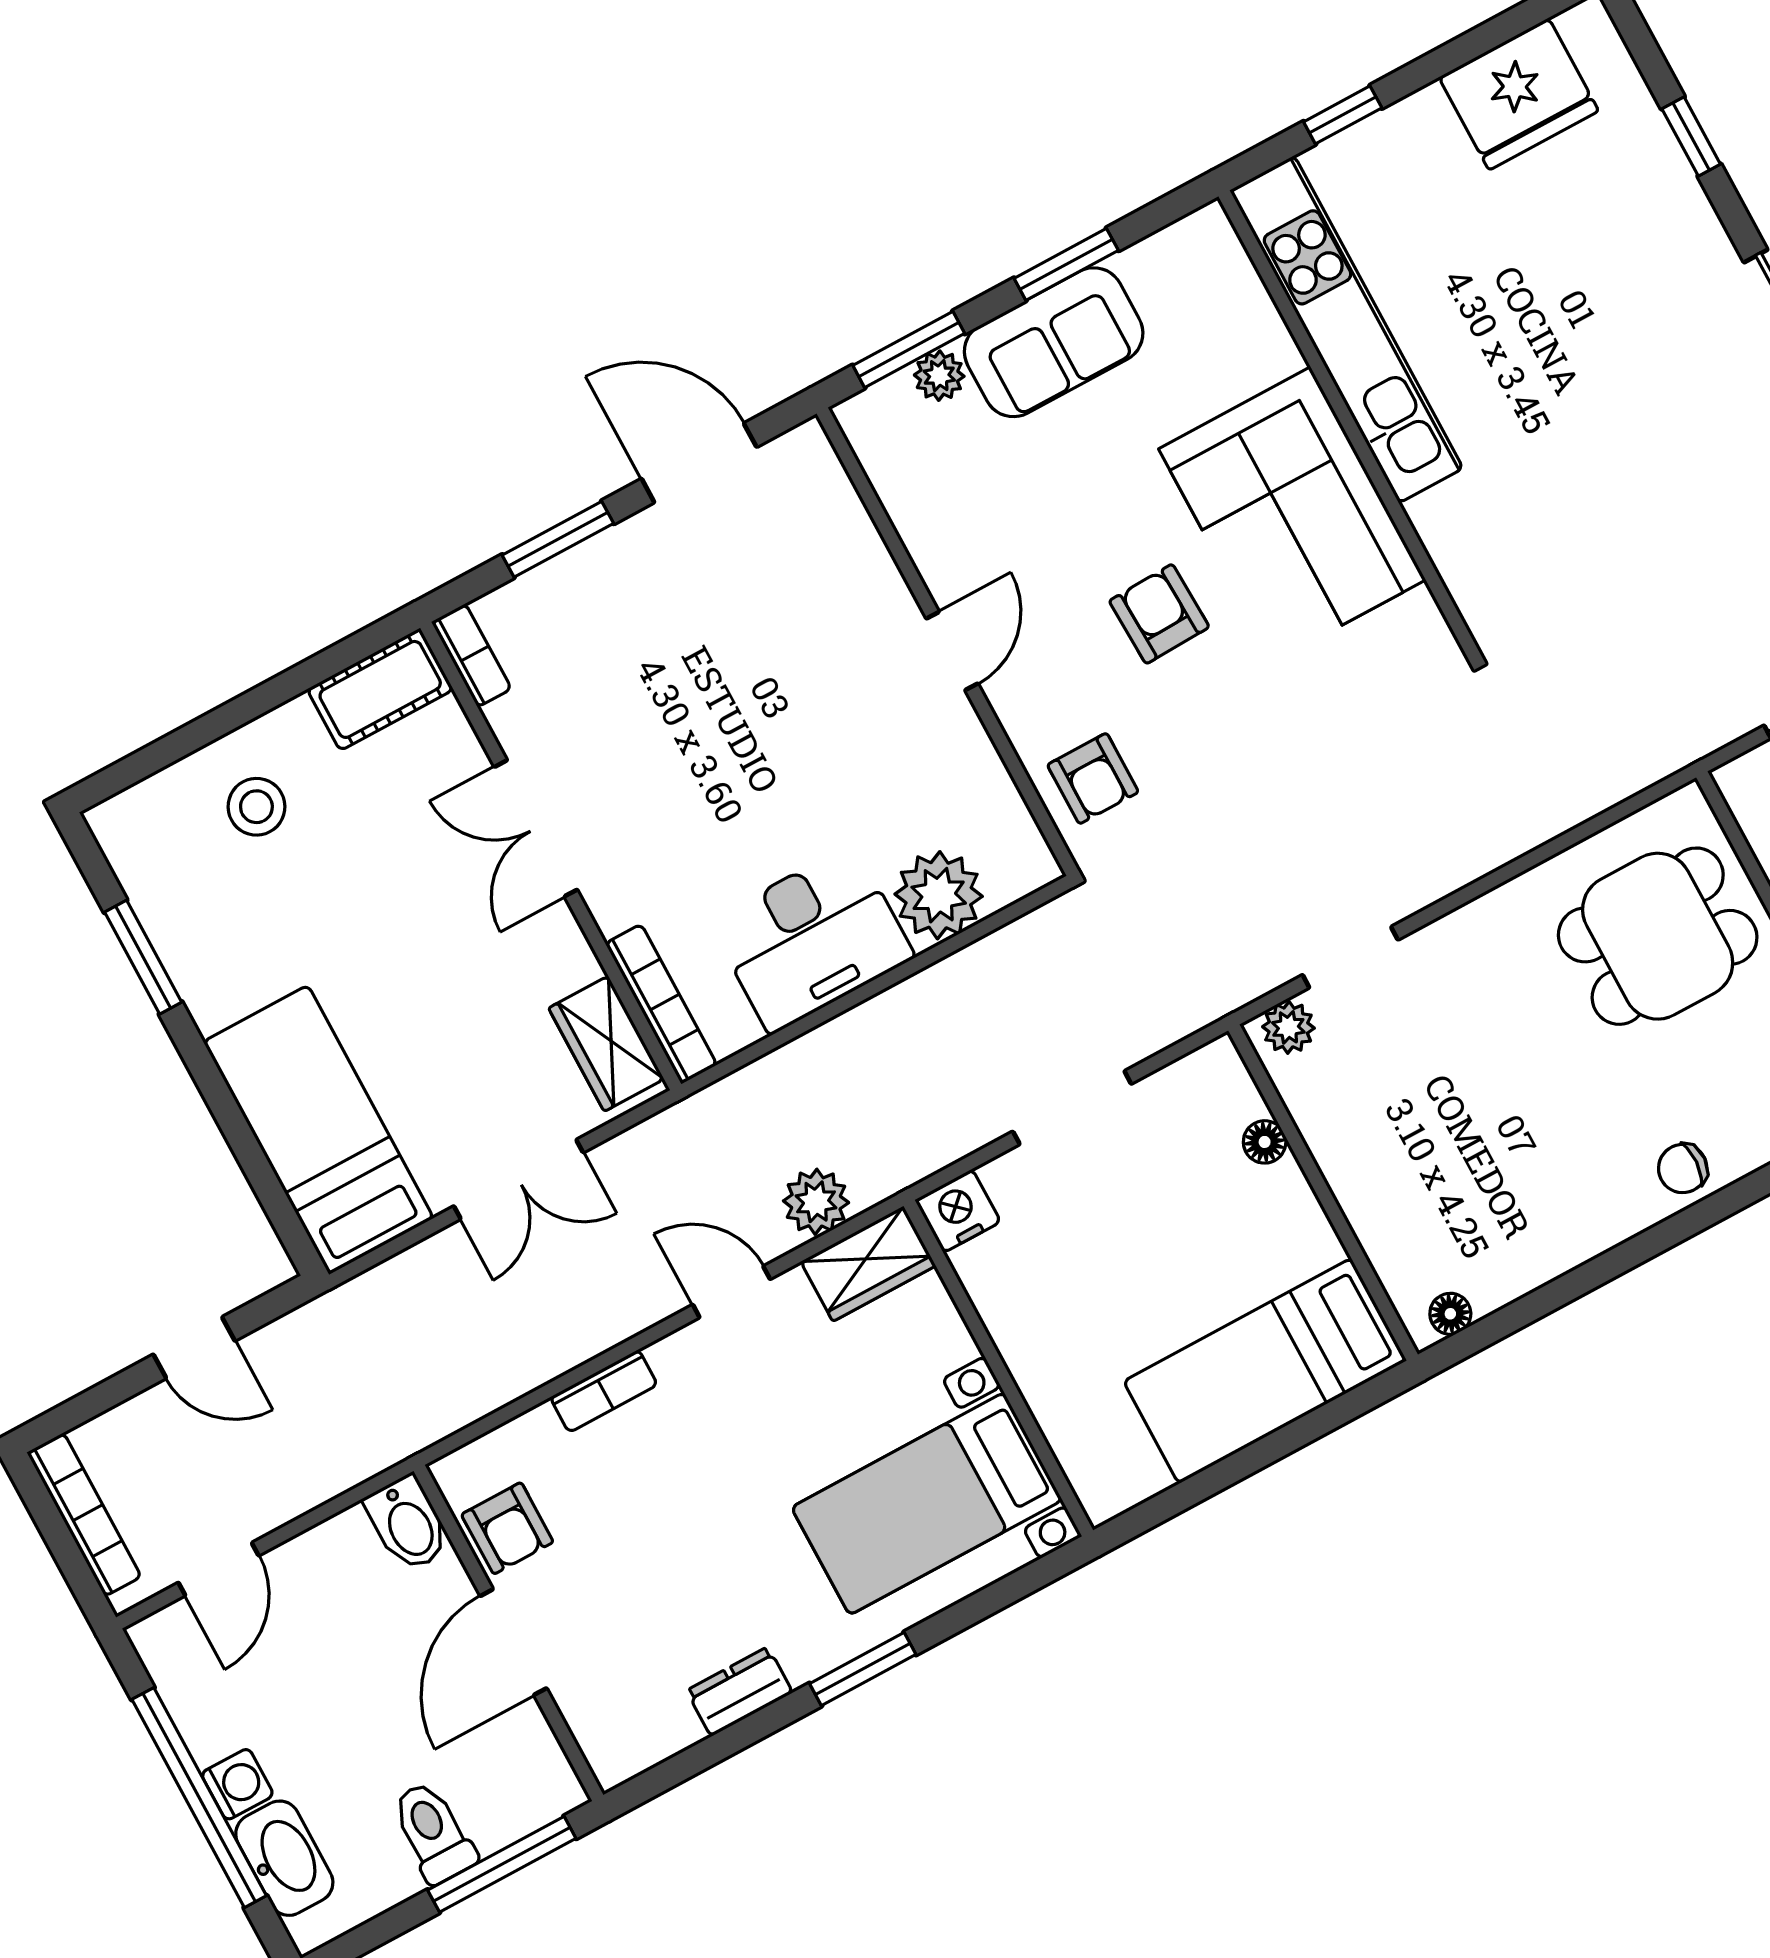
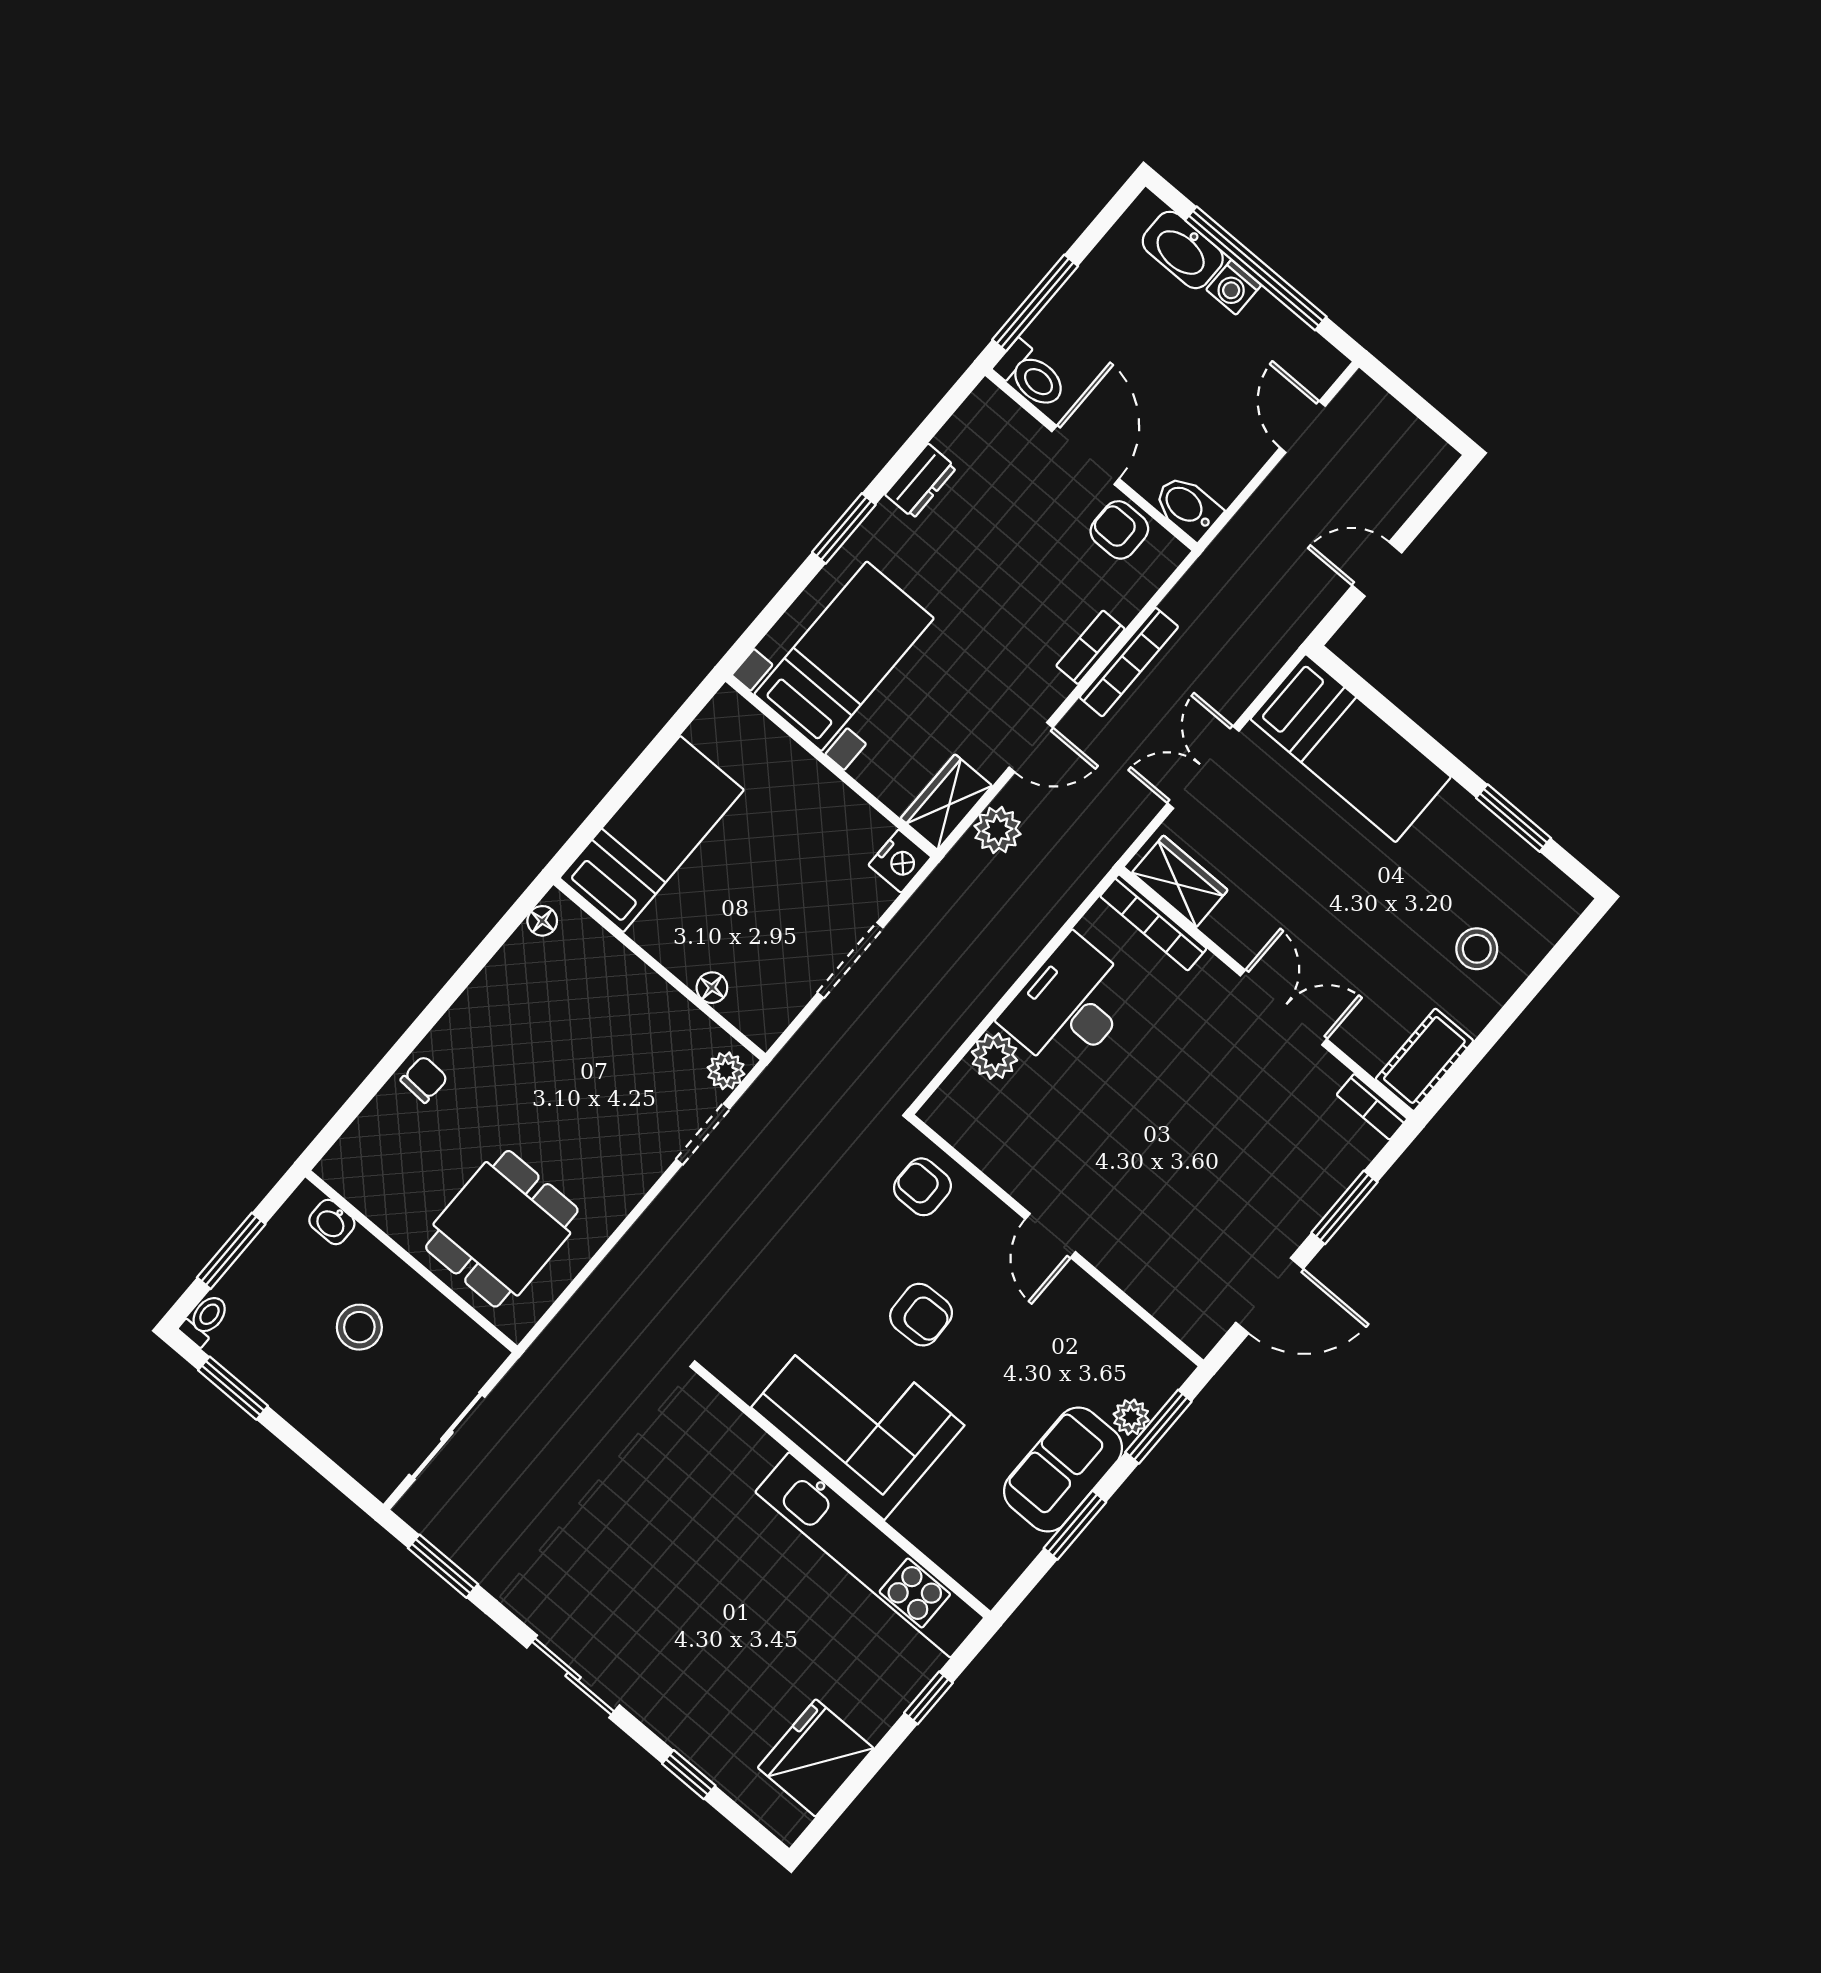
plant: (939, 895) -> (994, 1056), width x0.73, depth x0.73
bookcase: (84, 1515) -> (1129, 662), moved, turned -90
toilet: (433, 1832) -> (1031, 375), moved

